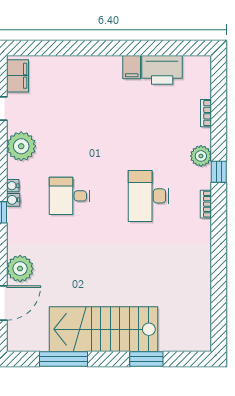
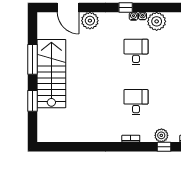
plant: (21, 146) -> (157, 21), moved
window: (219, 172) -> (164, 147), moved
desk: (149, 196) -> (136, 102), width x0.73
window: (63, 359) -> (32, 59), moved

